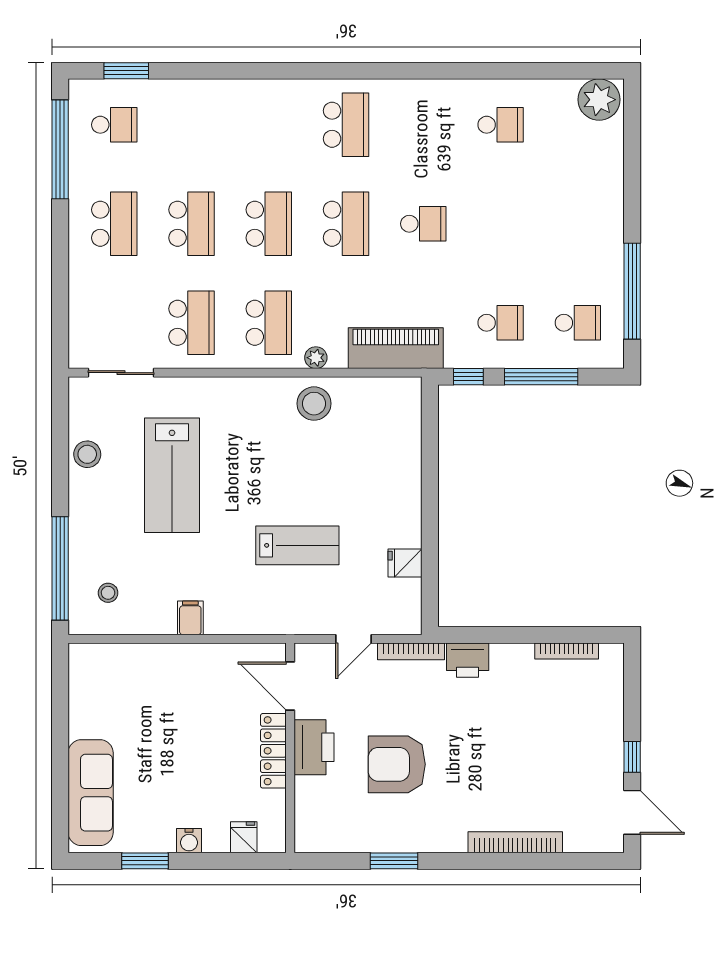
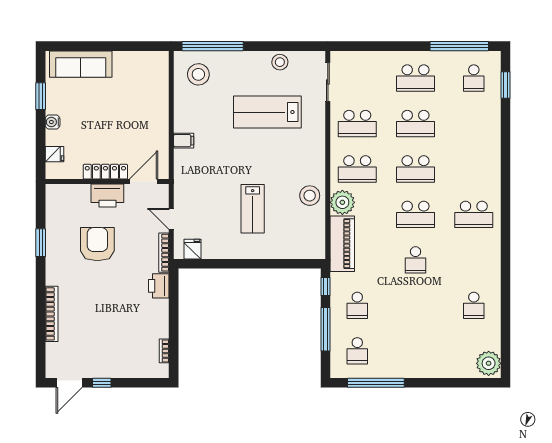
plant: (316, 358) -> (342, 202), width x1.87, depth x1.87
lab bench: (297, 545) -> (253, 209), moved
fridge: (405, 563) -> (193, 249), moved
stool: (108, 593) -> (198, 74), width x1.89, depth x1.89
filing cabinet: (190, 618) -> (184, 141), moved
bookcase: (567, 651) -> (164, 351), width x0.64

